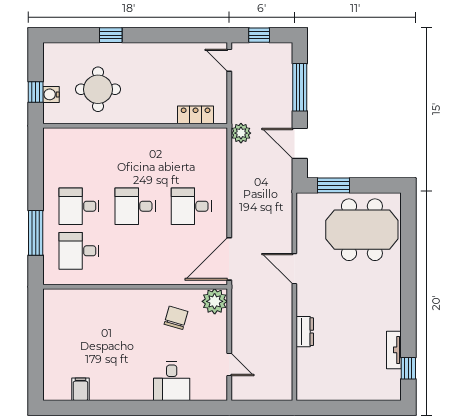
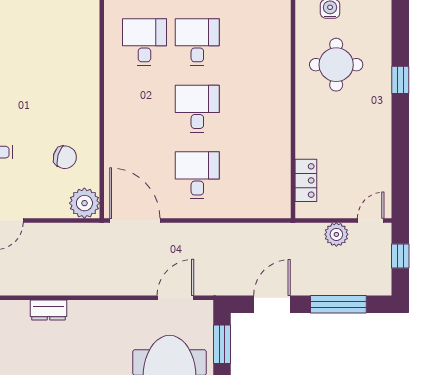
plant: (241, 133) -> (336, 234), moved
door: (294, 269) -> (175, 298), moved

